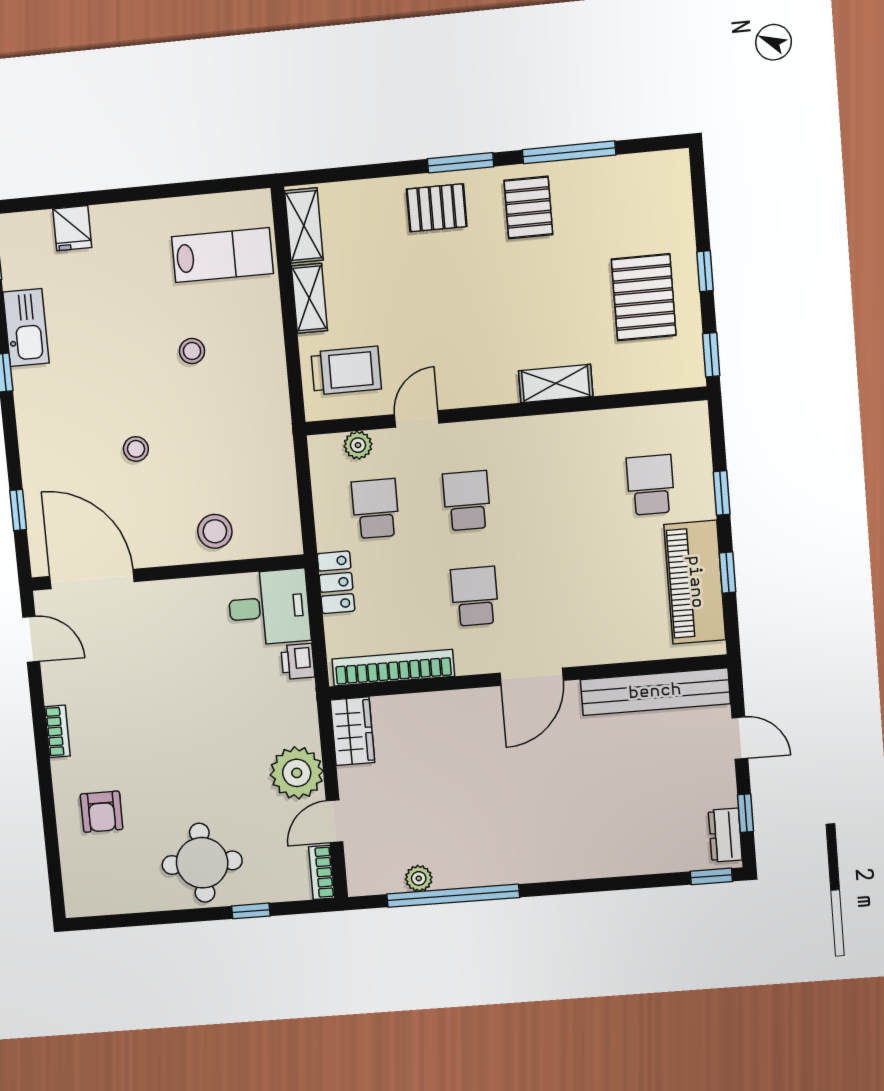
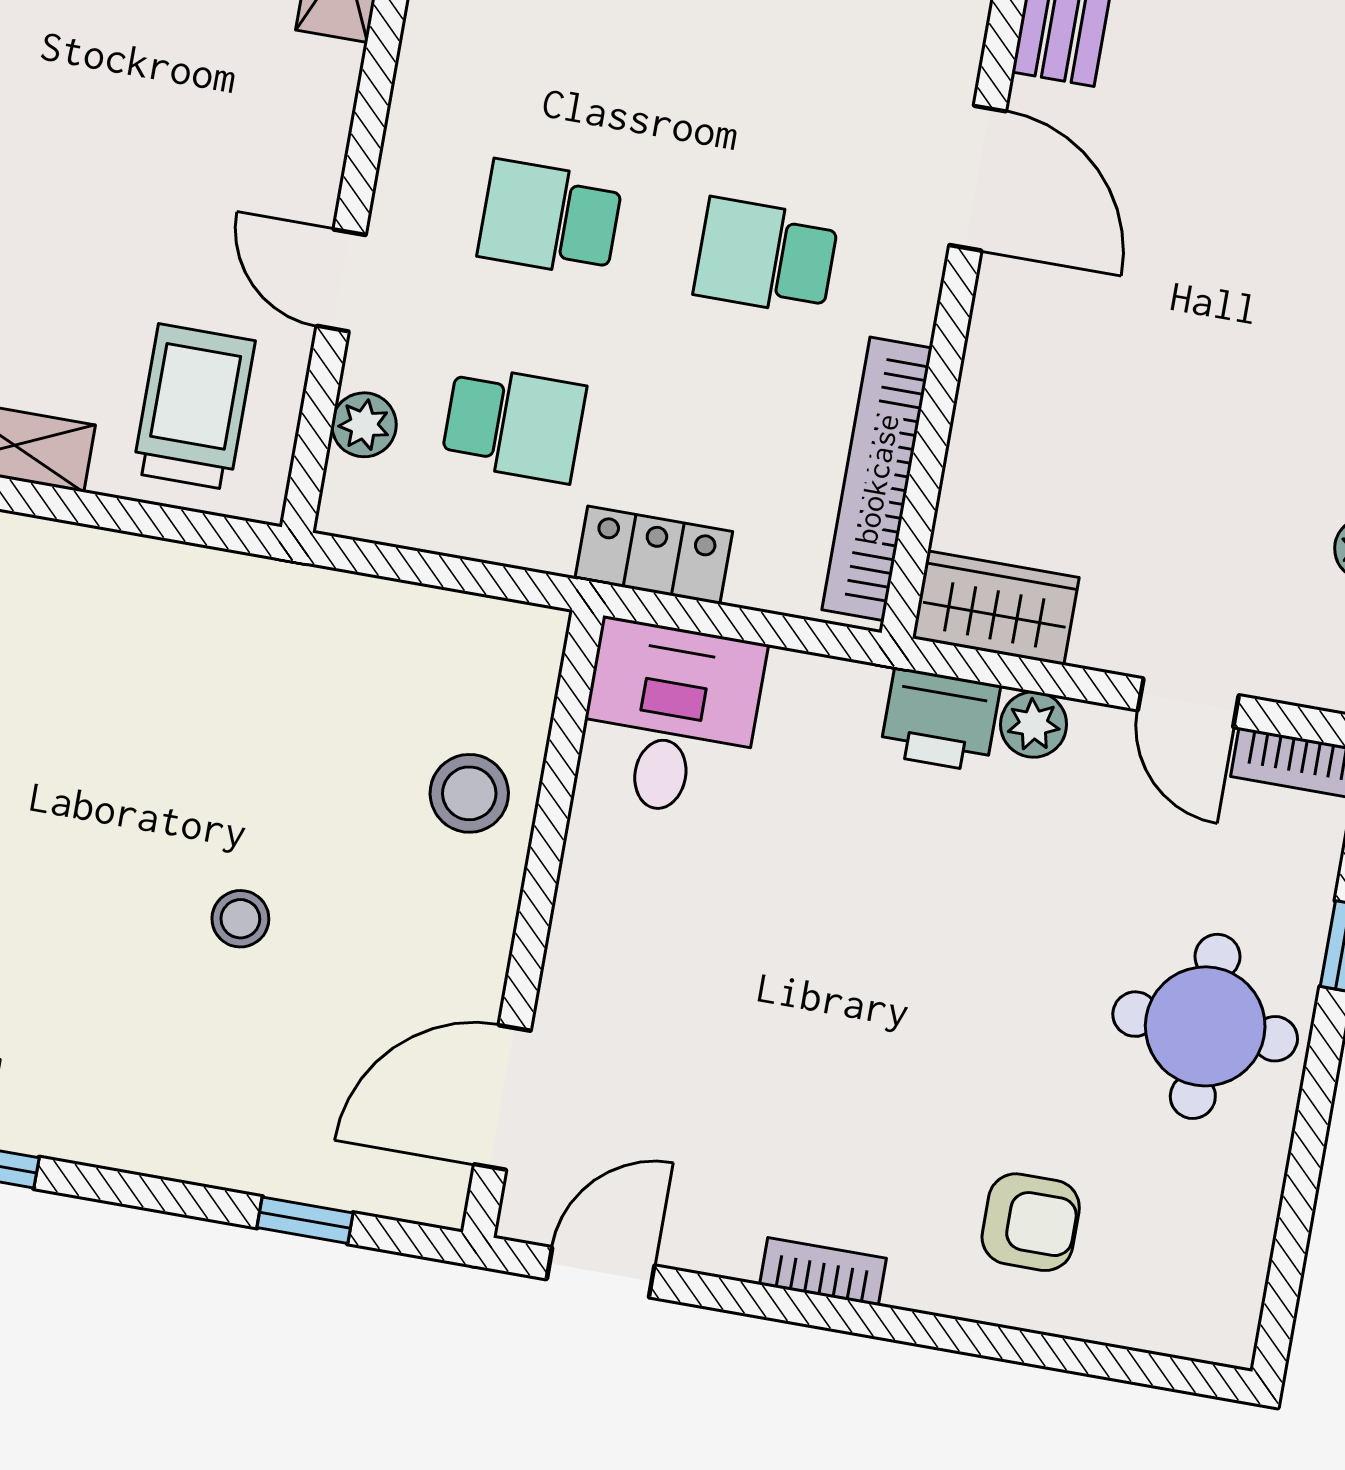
stool: (192, 351) -> (59, 735), removed
school desk: (375, 509) -> (514, 424), turned 180
door: (92, 579) -> (502, 1097), width x0.73
printer: (298, 661) -> (940, 720), moved, width x1.36, depth x1.24
plant: (297, 773) -> (1034, 725), width x0.53, depth x0.53

